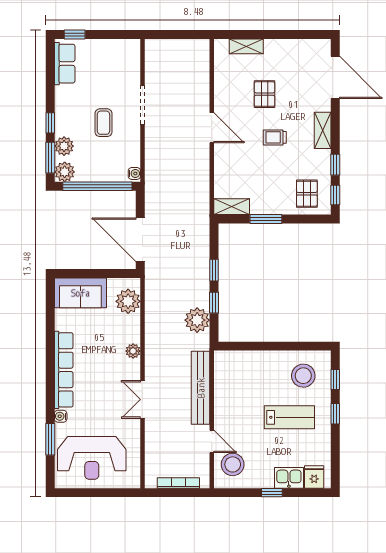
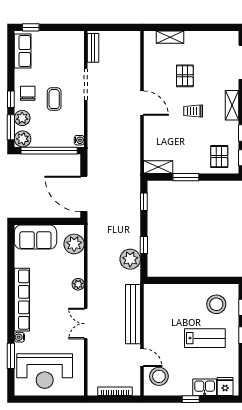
bench: (151, 60) -> (93, 48), added
chair: (71, 116) -> (28, 93), added
window: (214, 270) -> (144, 202), moved

